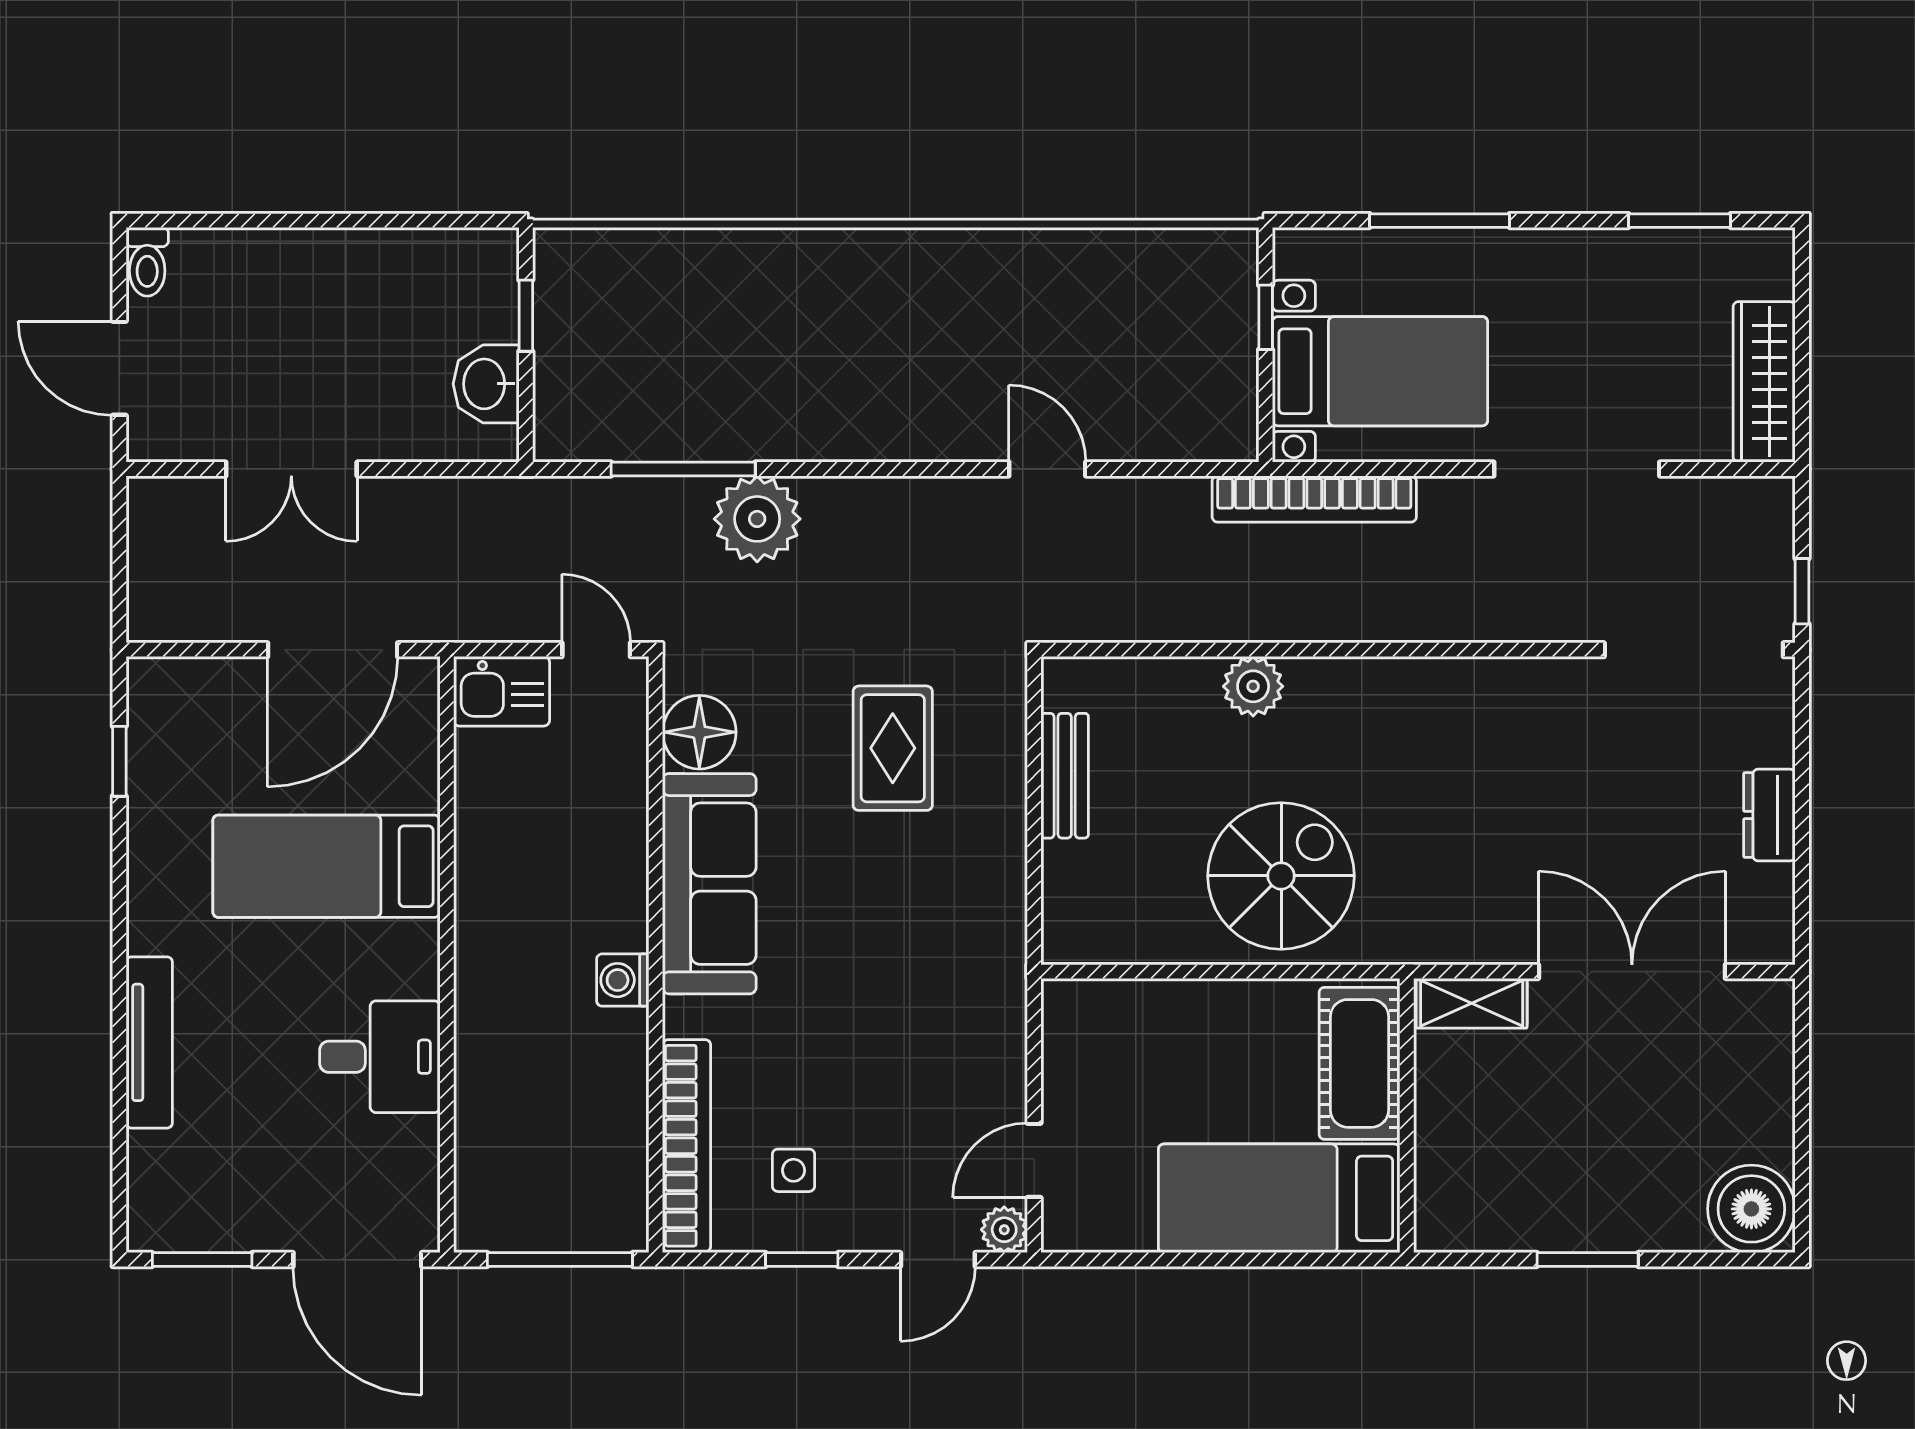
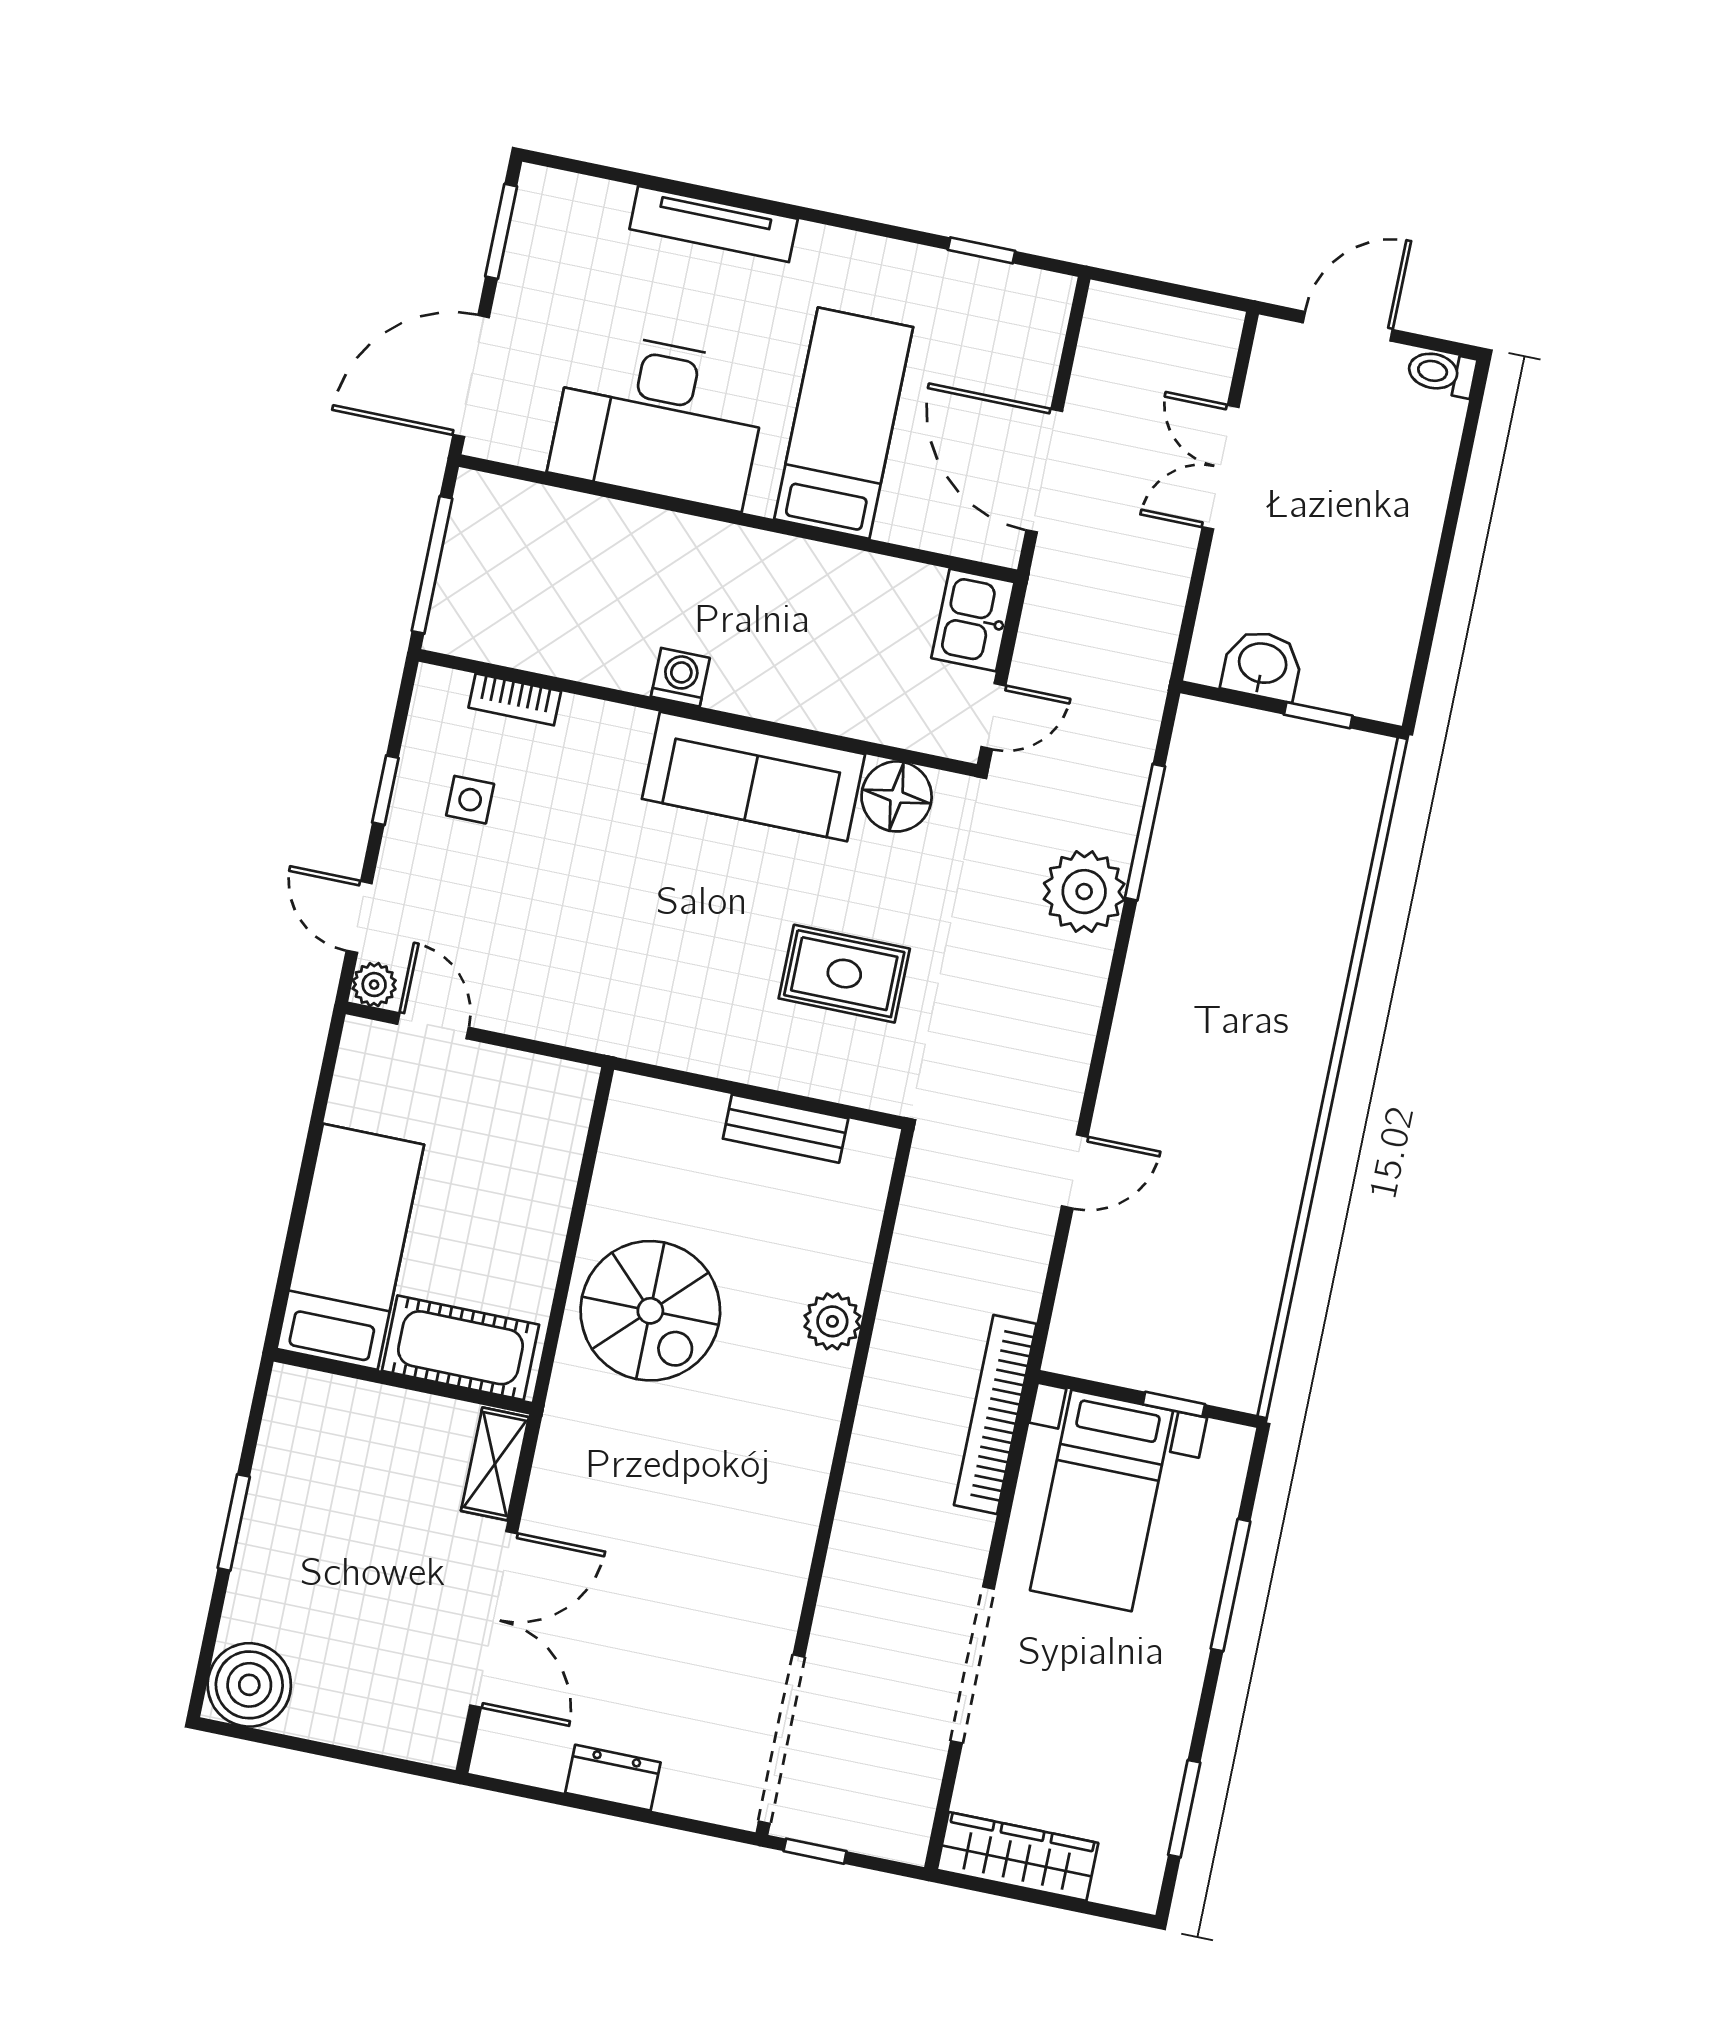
desk: (380, 1057) -> (659, 419), width x1.87, depth x1.30
bookcase: (687, 1146) -> (515, 699), width x0.43, depth x0.76

